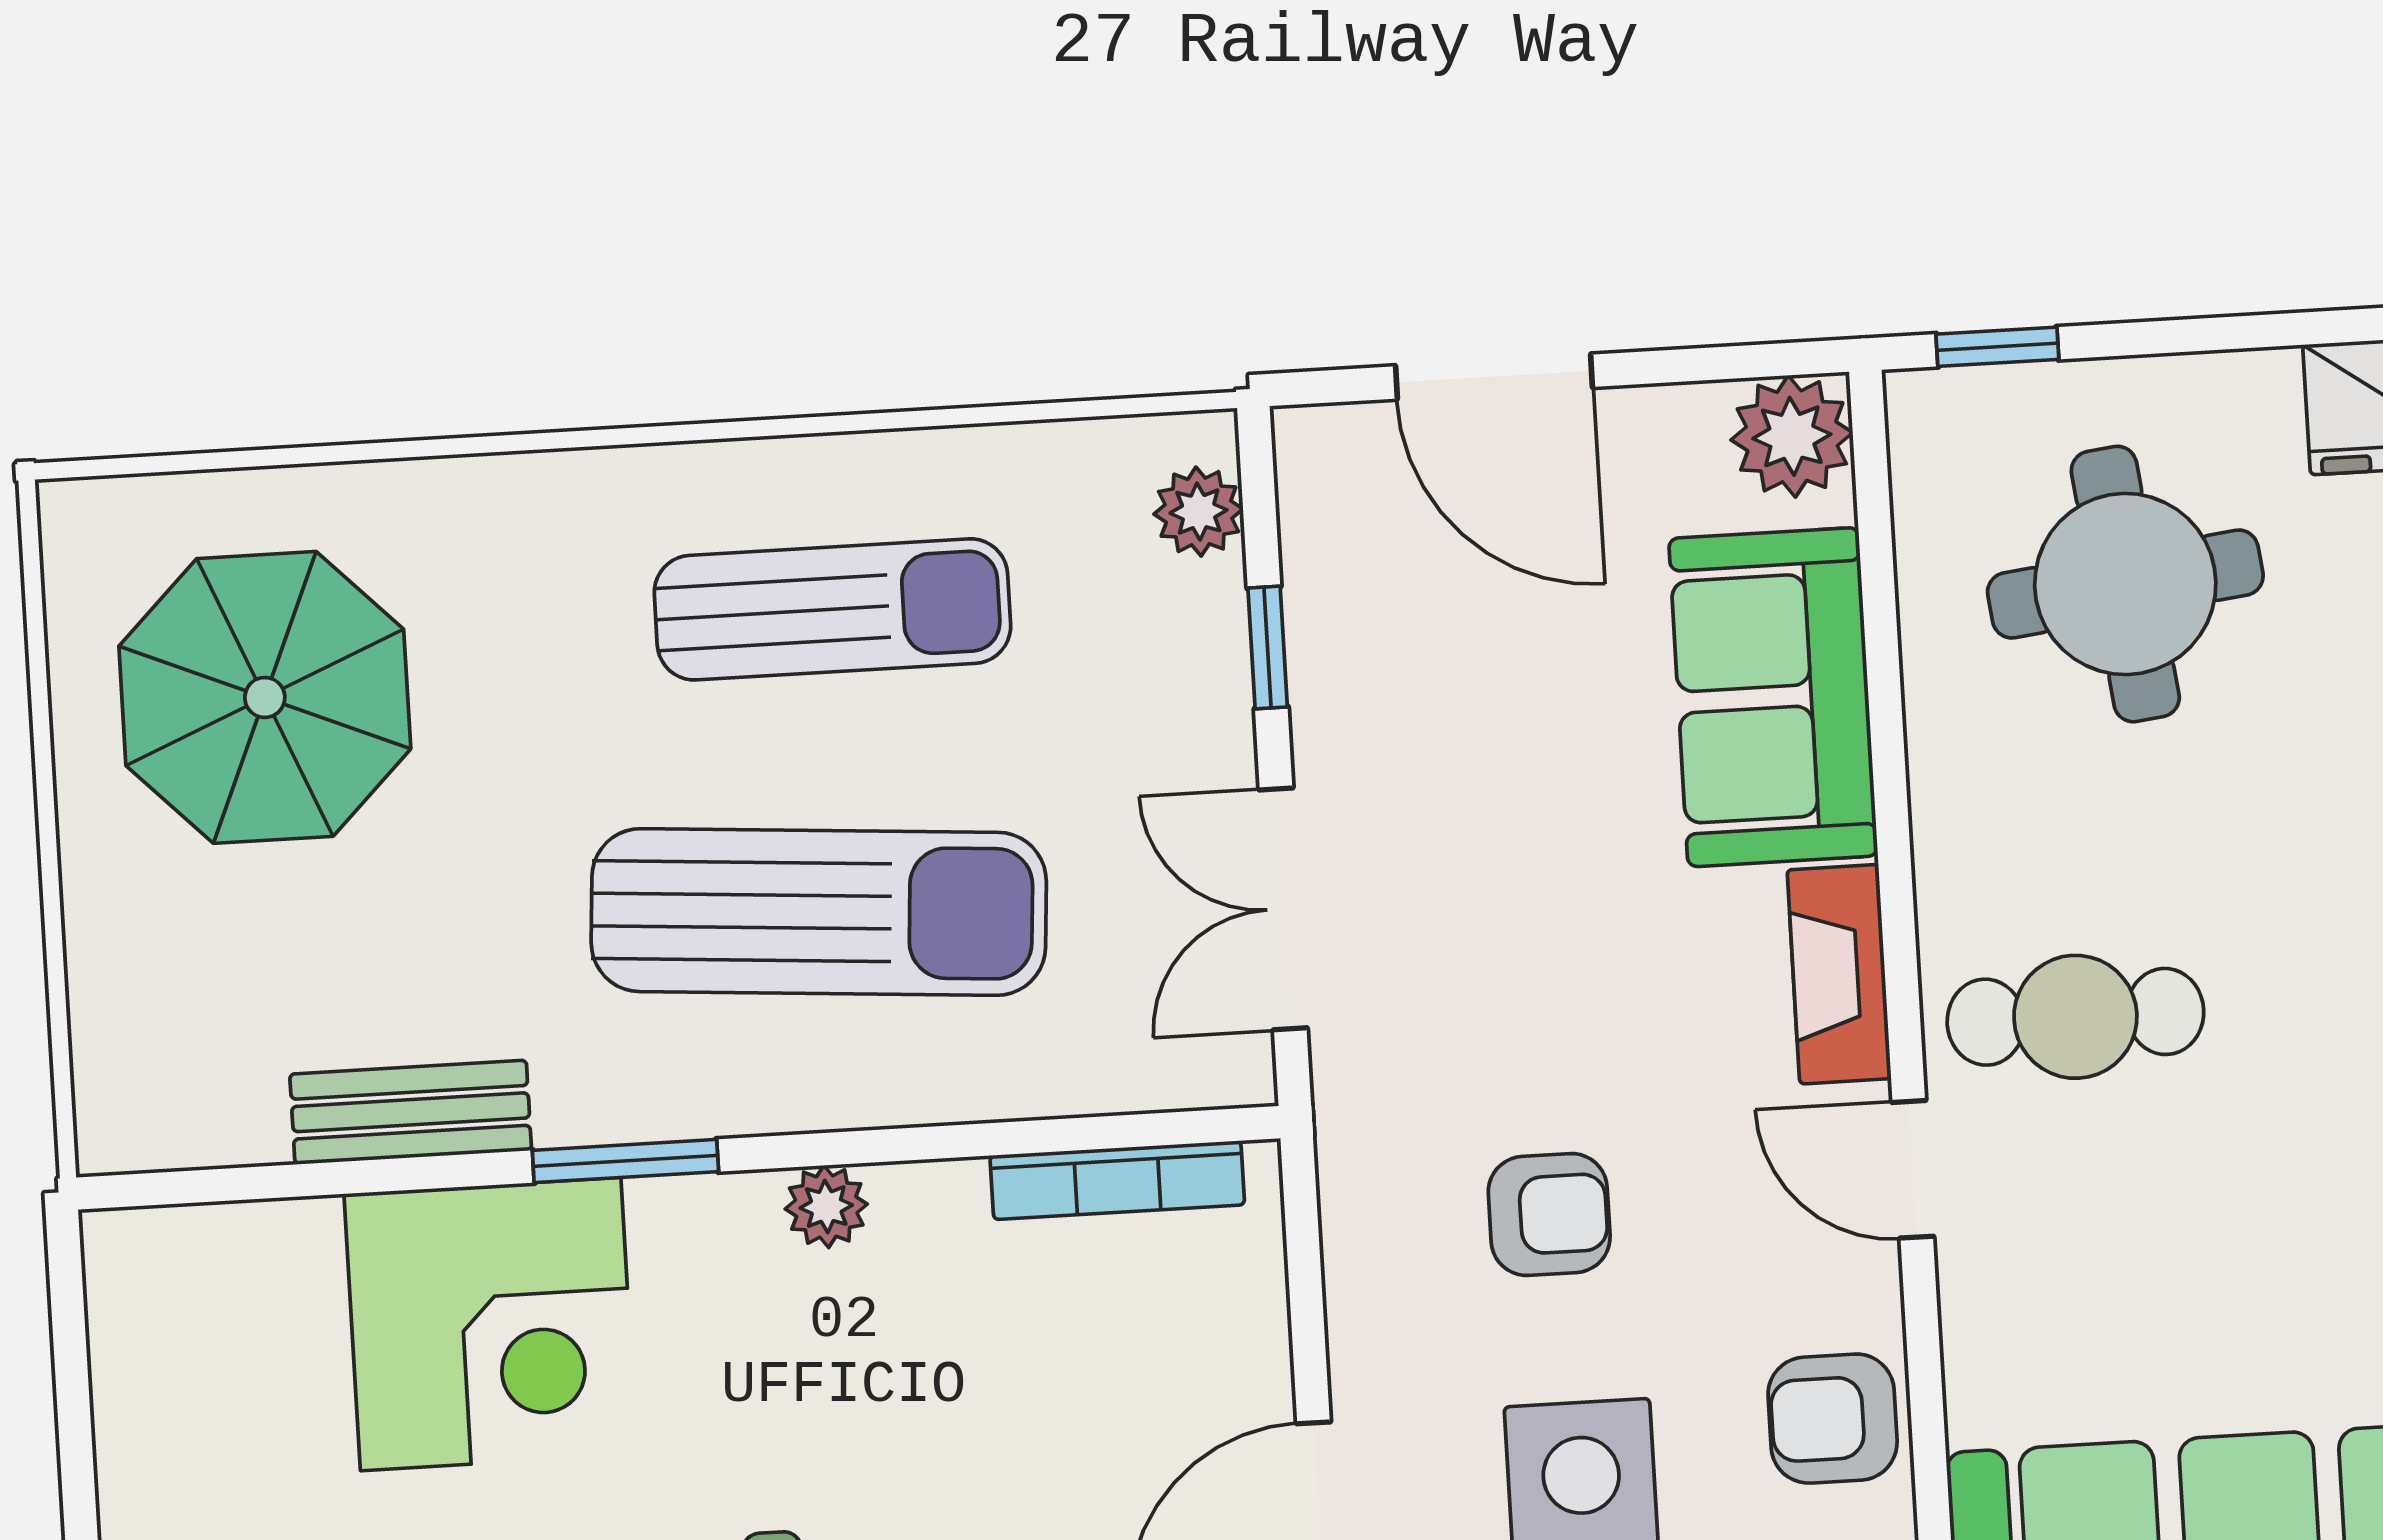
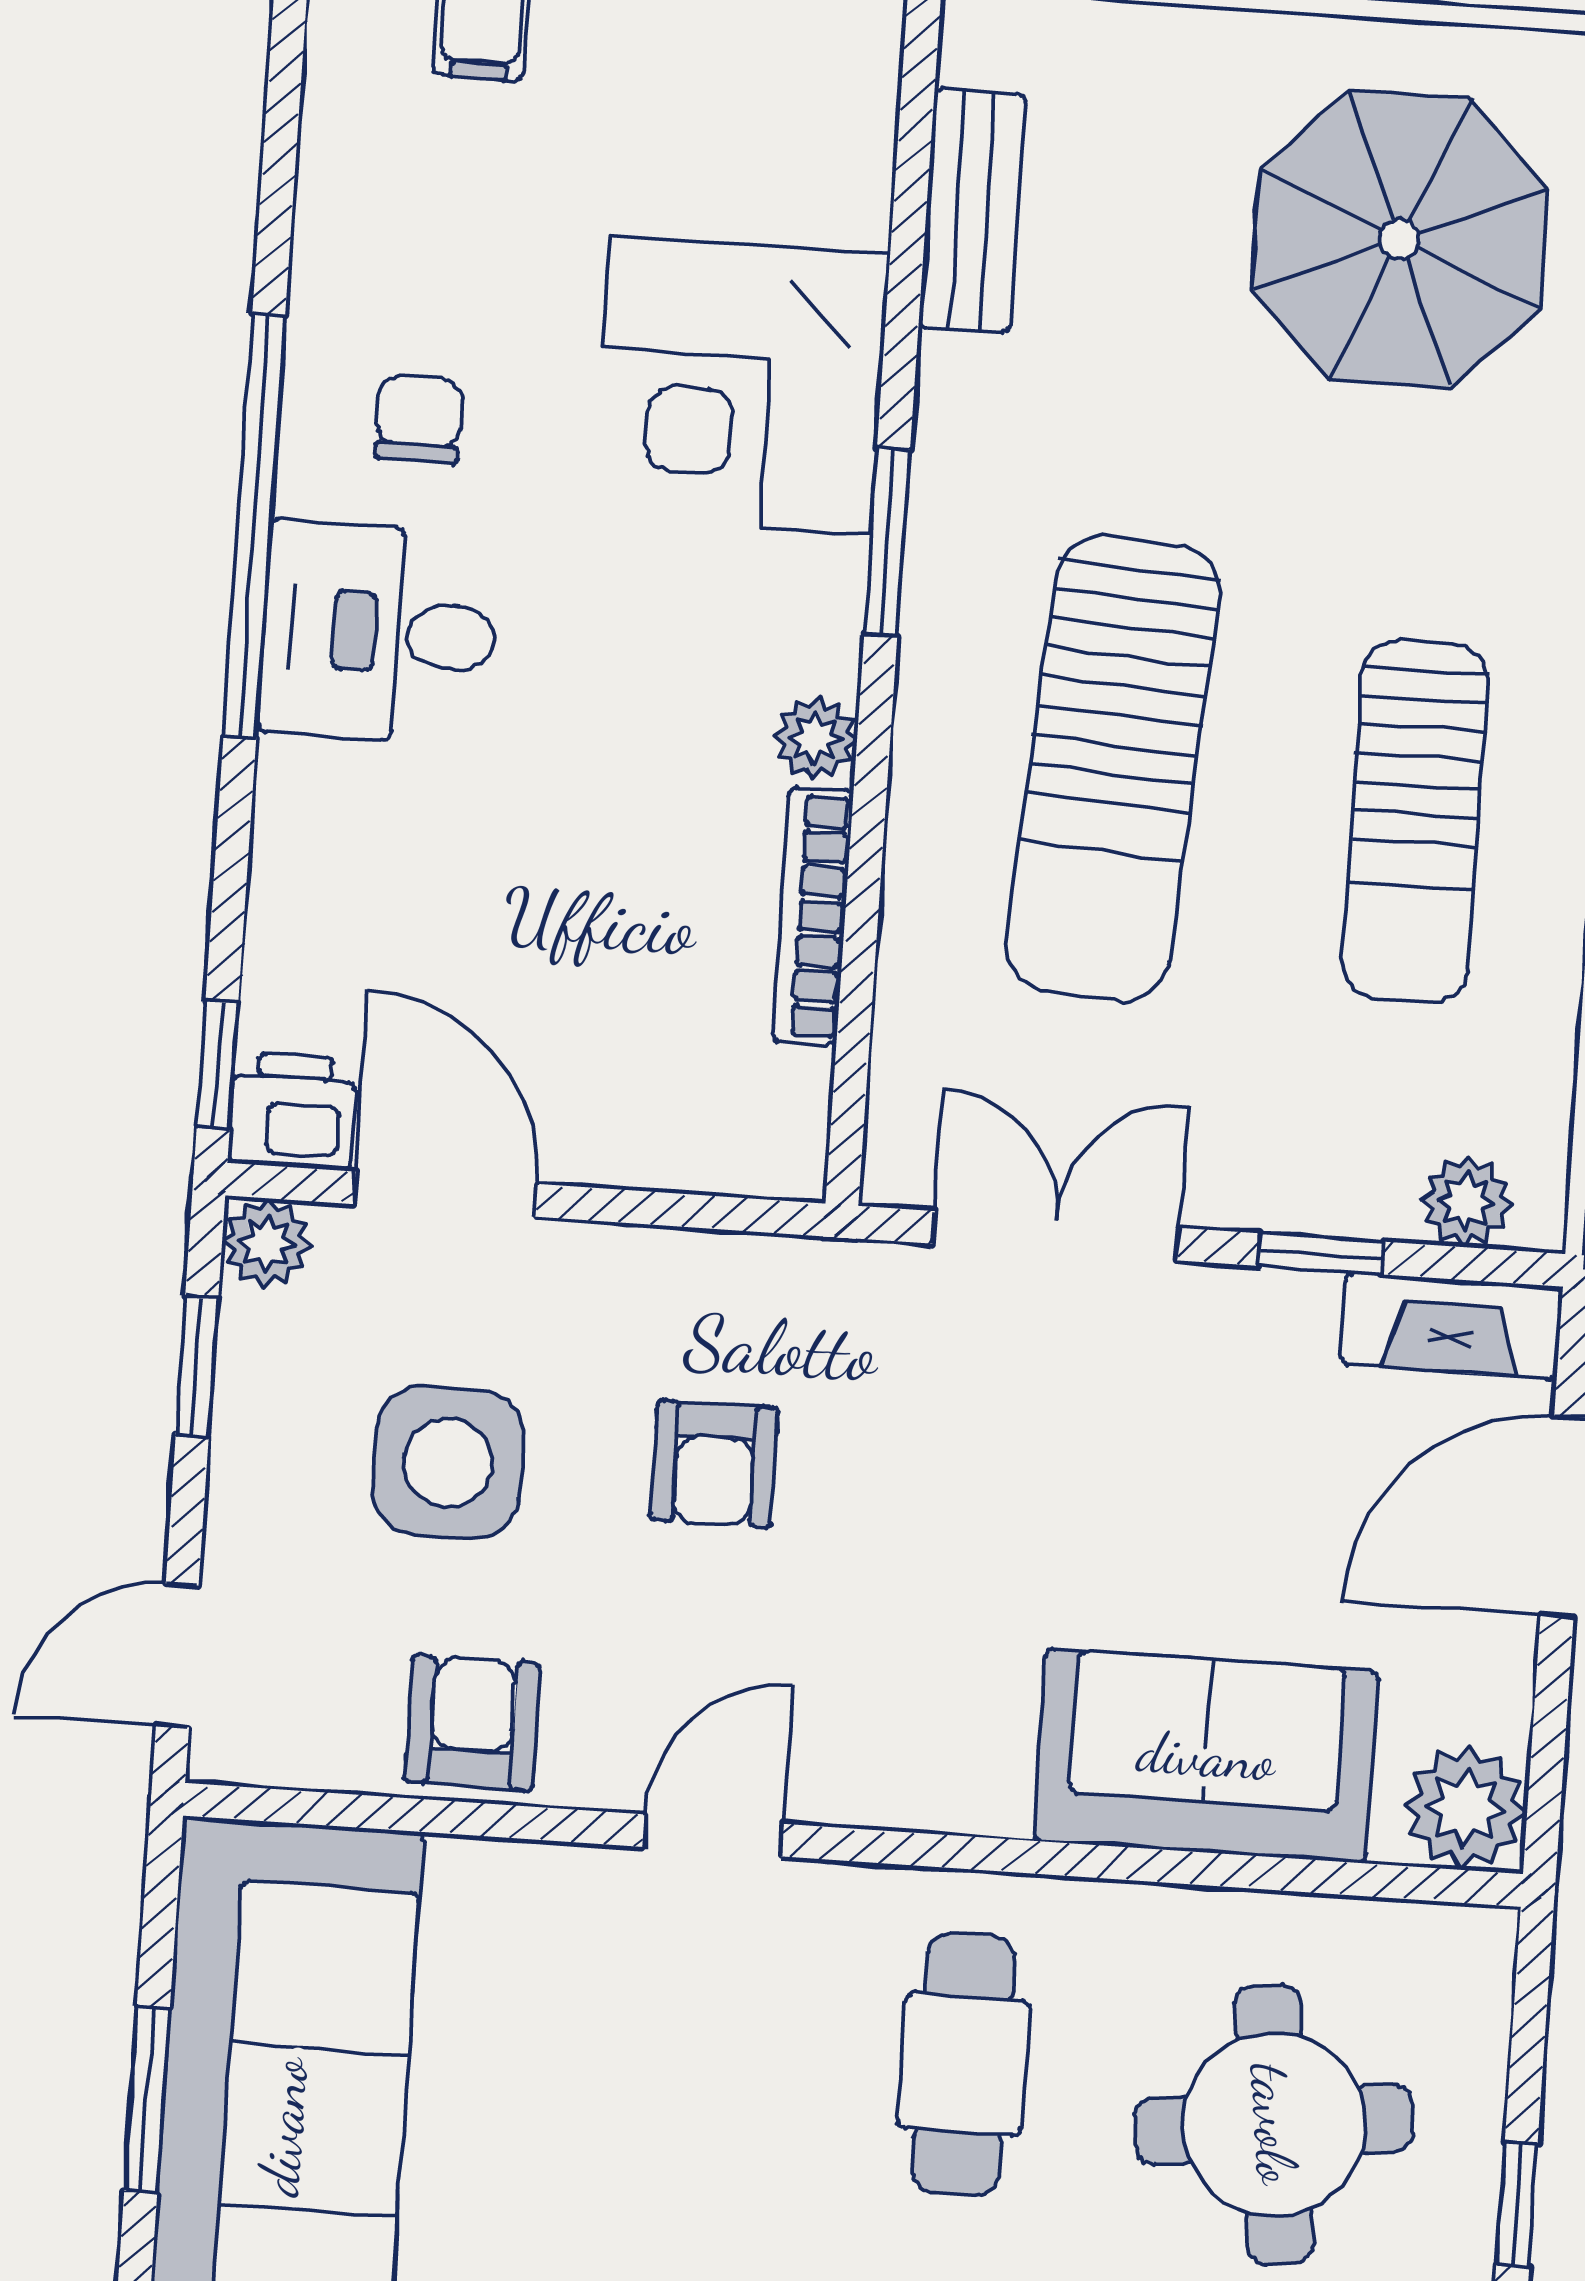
window: (1997, 347) -> (1517, 2205), moved
fireplace: (1839, 974) -> (1451, 1326), moved, turned 180
cafe table: (2075, 1017) -> (963, 2065), moved
bench: (411, 1112) -> (972, 211), moved
bookcase: (1117, 1180) -> (813, 916), moved

